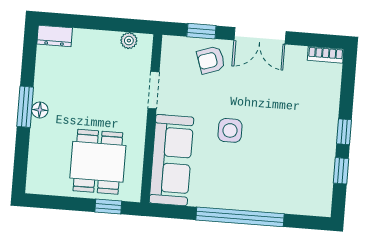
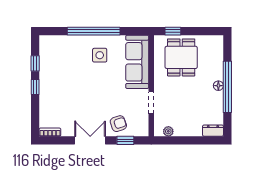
window: (25, 107) -> (227, 87), width x2.11
side table: (230, 130) -> (100, 55), moved

